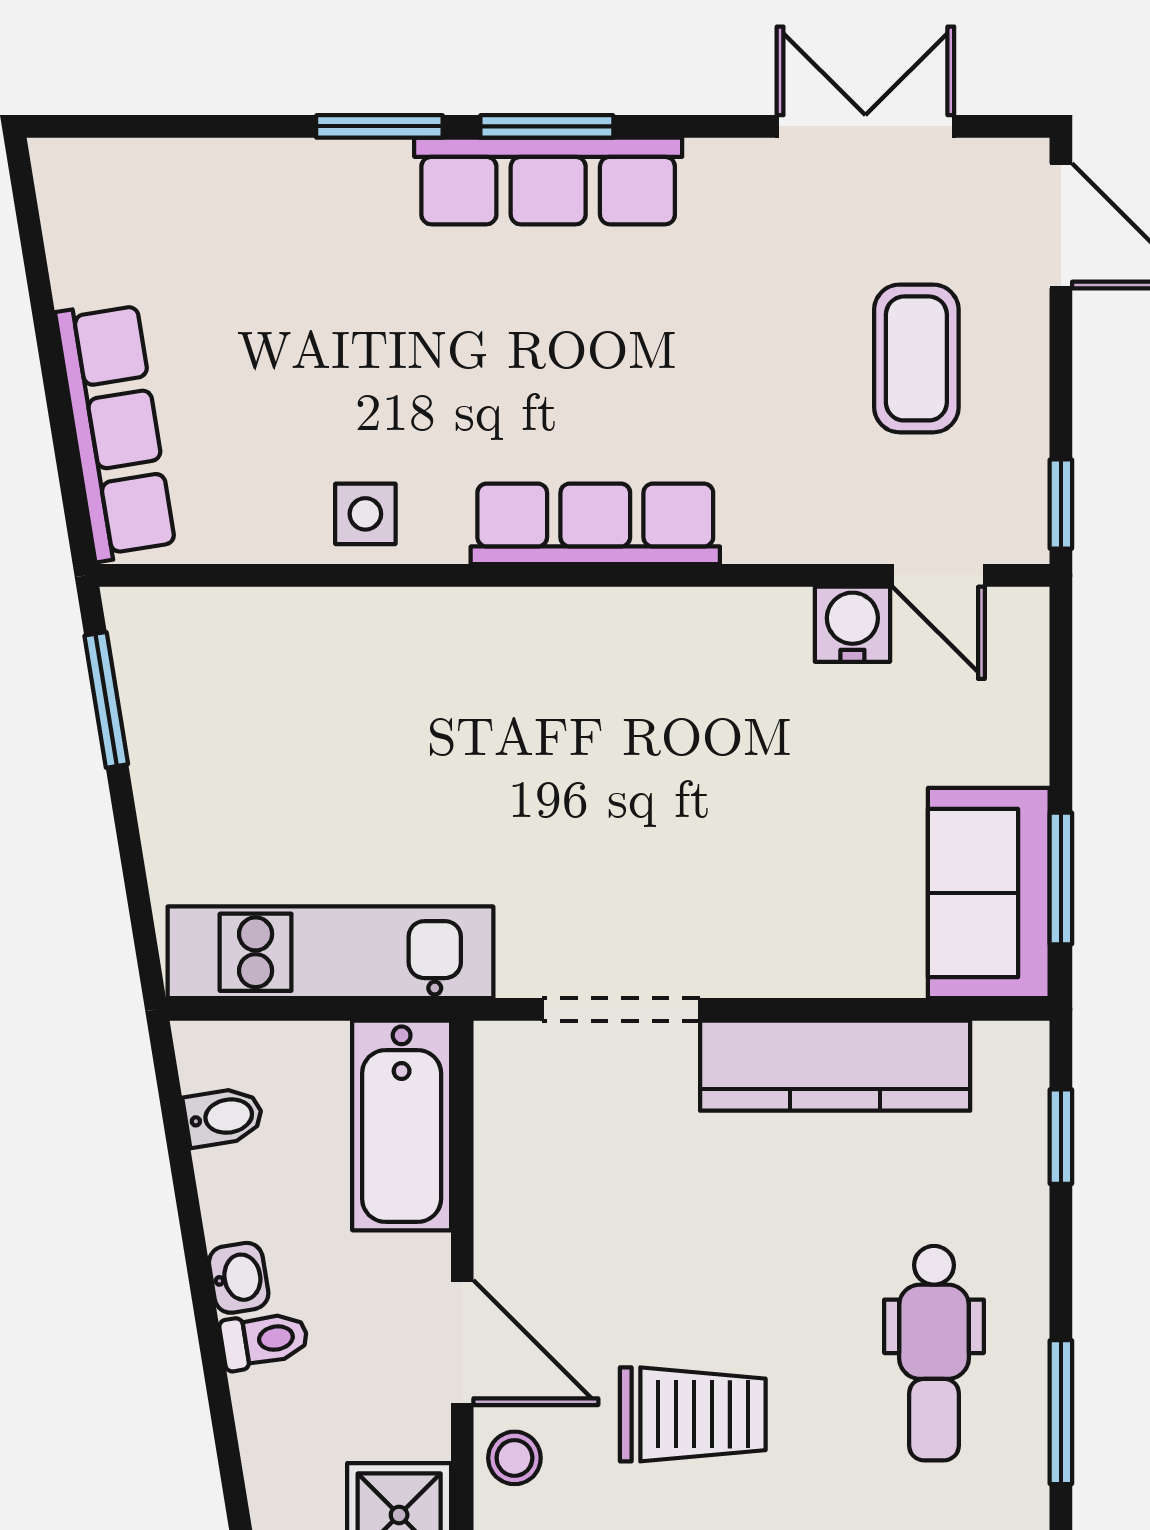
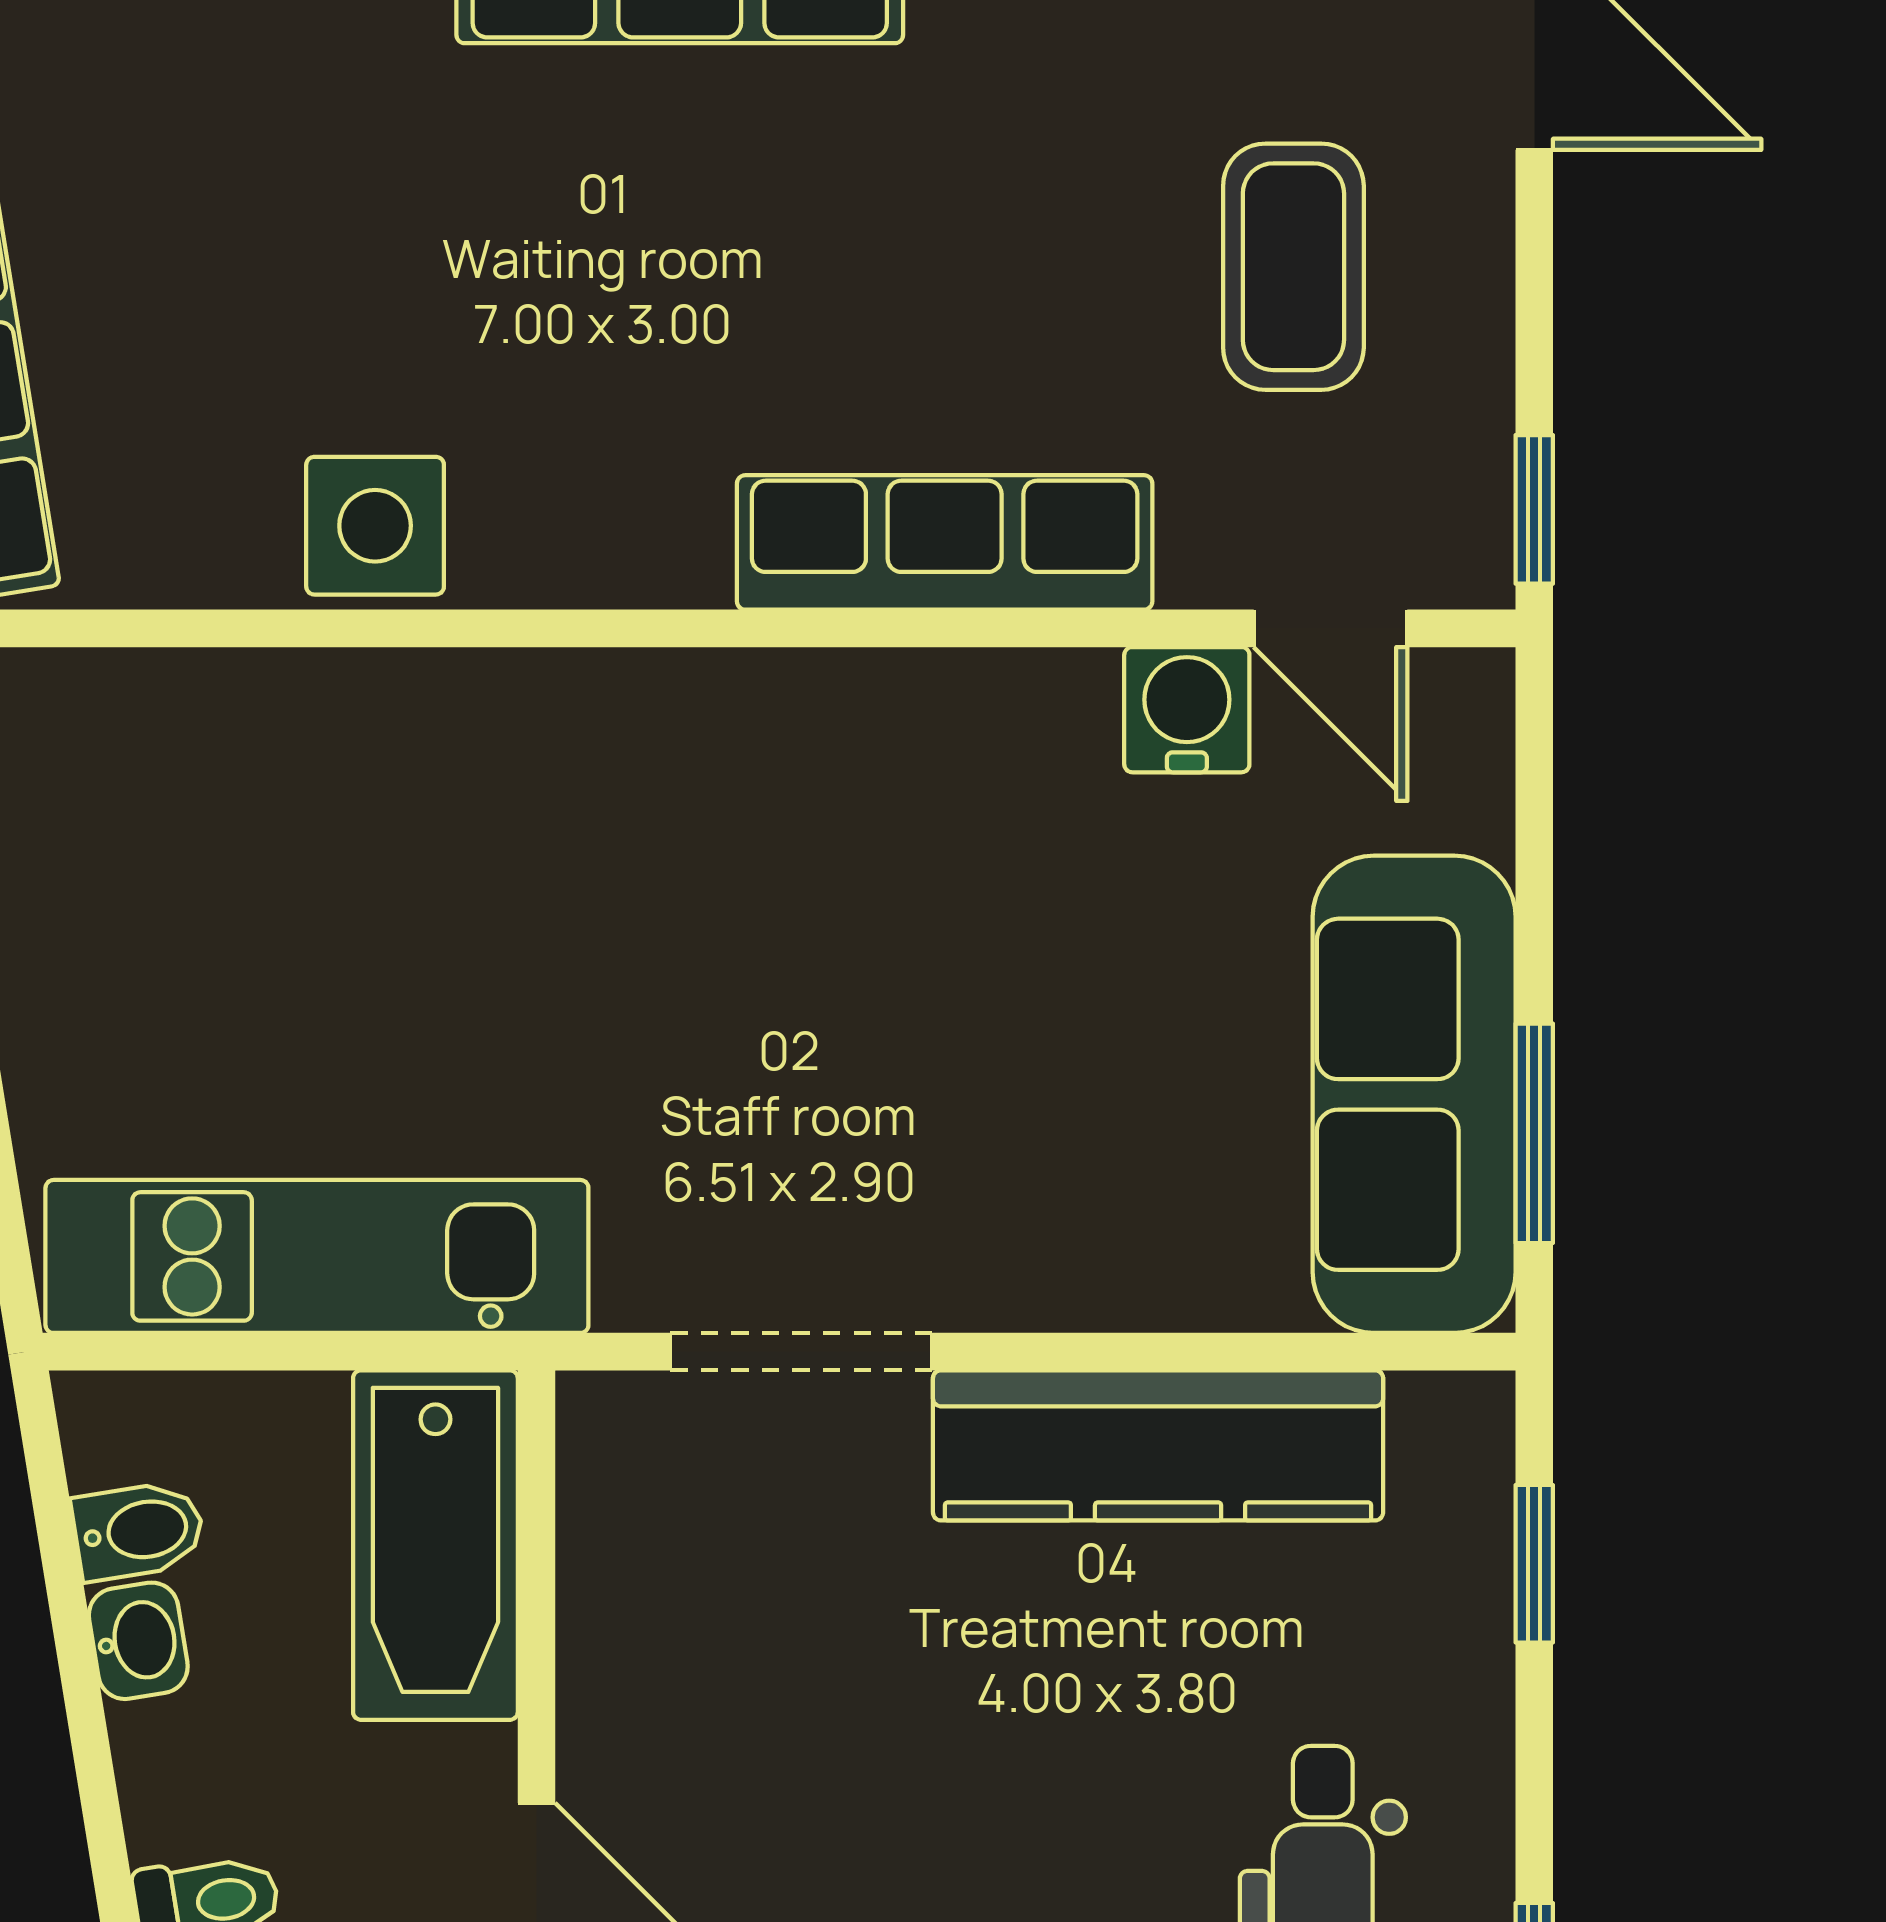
side table: (365, 514) -> (375, 526), width x1.37, depth x1.37
row of seats: (595, 524) -> (945, 542), moved
sofa: (989, 893) -> (1414, 1094), width x1.36
washbasin: (239, 1278) -> (138, 1641), moved

